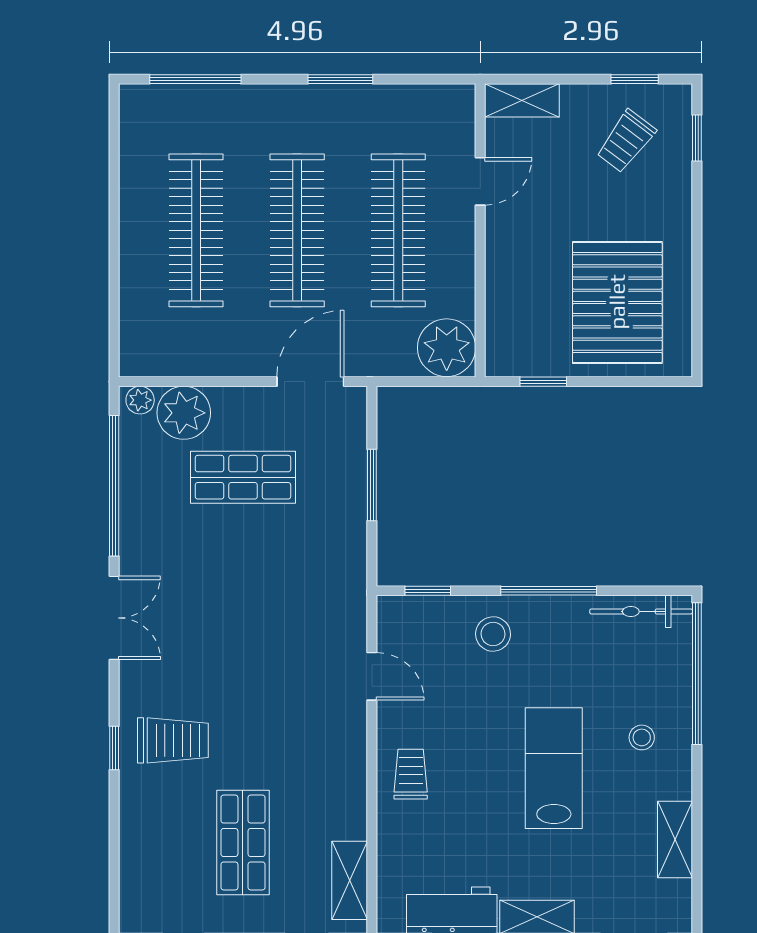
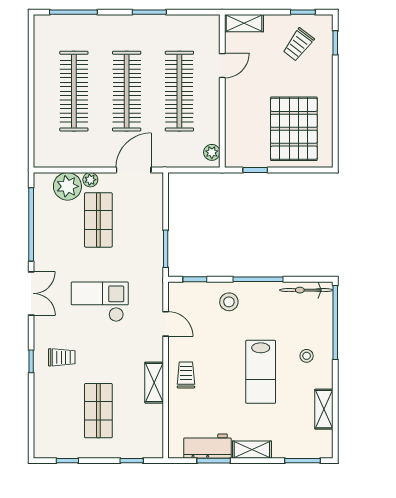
plant: (447, 348) -> (212, 152), width x0.53, depth x0.53
plant: (140, 400) -> (90, 180), moved
shop shelf: (243, 477) -> (98, 220), turned 90
window: (372, 485) -> (166, 249), moved
checkout: (246, 634) -> (100, 302), added
trolley: (173, 740) -> (62, 357), width x0.73, depth x0.72
lab bench: (554, 768) -> (261, 372), turned 180
shelving: (350, 880) -> (154, 383), moved

